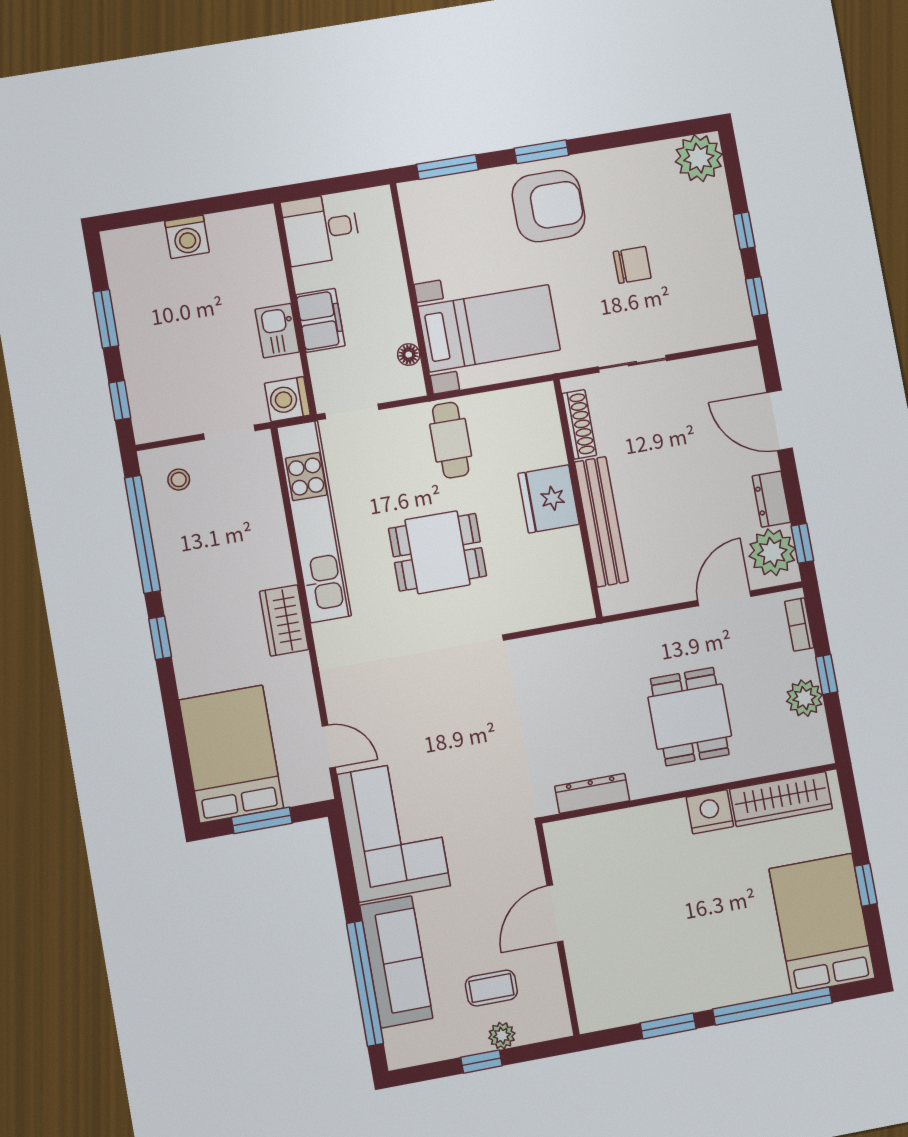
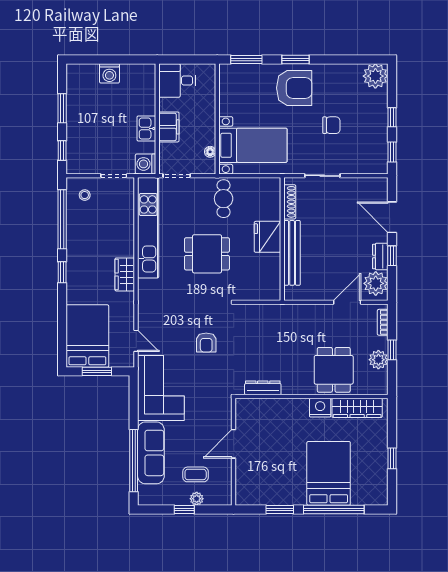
window: (802, 543) -> (392, 256), moved
dining table: (690, 717) -> (334, 370), moved
armchair: (466, 725) -> (206, 342), added
bed: (822, 923) -> (329, 473), moved

